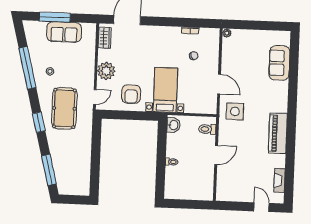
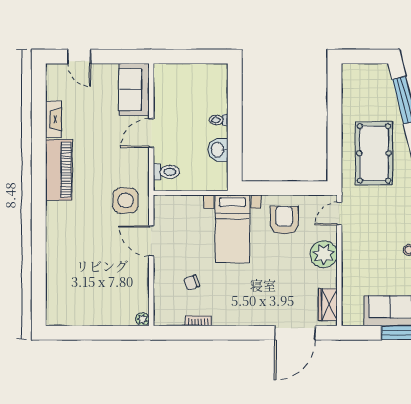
sofa: (279, 63) -> (134, 90), moved, turned 180
pool table: (64, 108) -> (374, 153), moved
washbasin: (173, 125) -> (218, 150), moved
fireplace: (279, 180) -> (53, 119), moved

